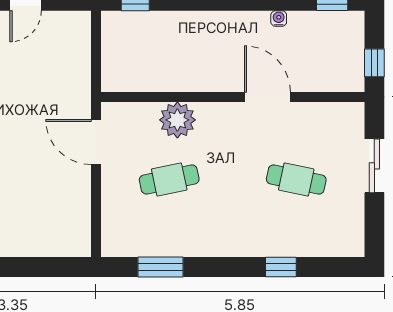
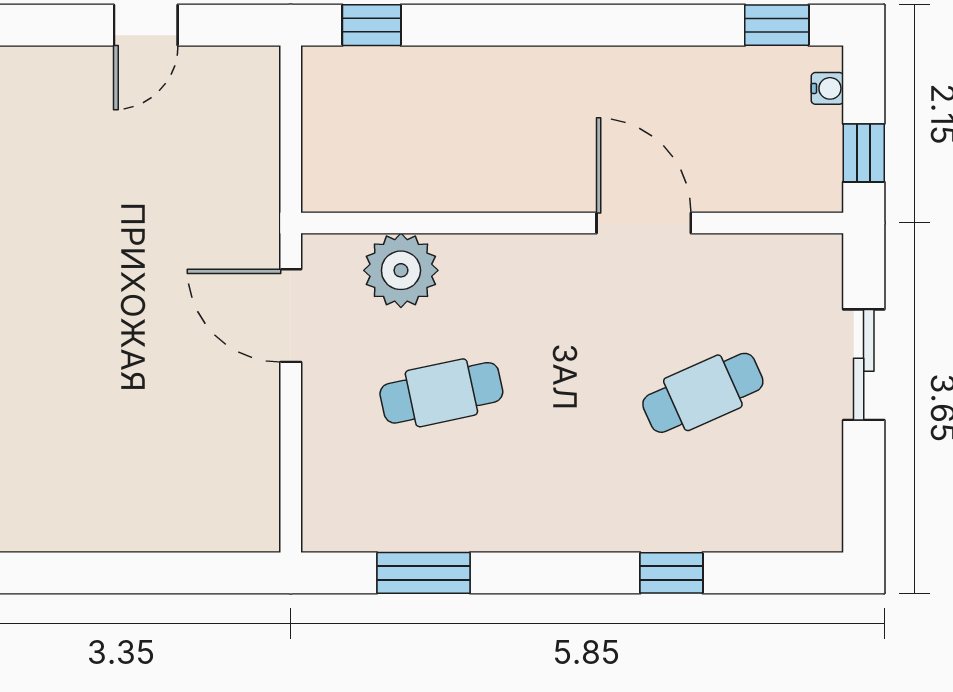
water cooler: (279, 19) -> (827, 88), moved, turned 90
plant: (177, 120) -> (401, 270), moved
cafe table: (296, 179) -> (703, 393), turned -36

